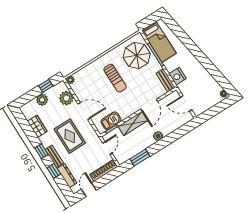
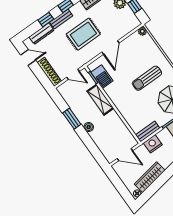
wardrobe: (209, 81) -> (150, 177), added
plant: (66, 98) -> (123, 28), removed
door: (186, 103) -> (125, 155), swing flipped
door: (149, 105) -> (121, 116), removed
window: (140, 158) -> (72, 119), moved

